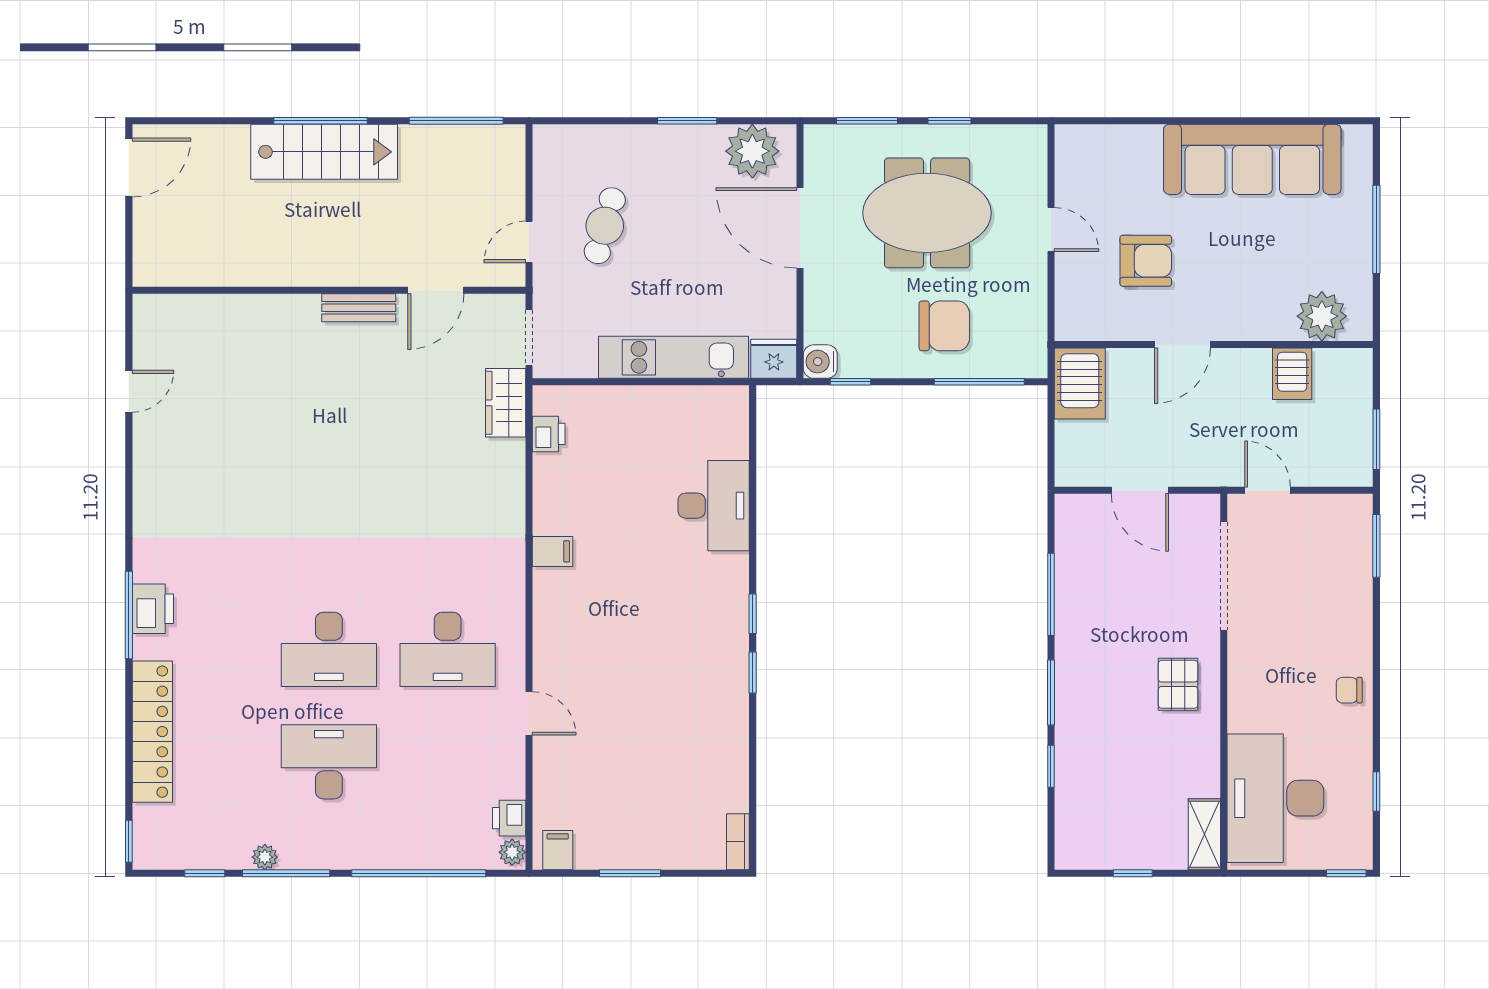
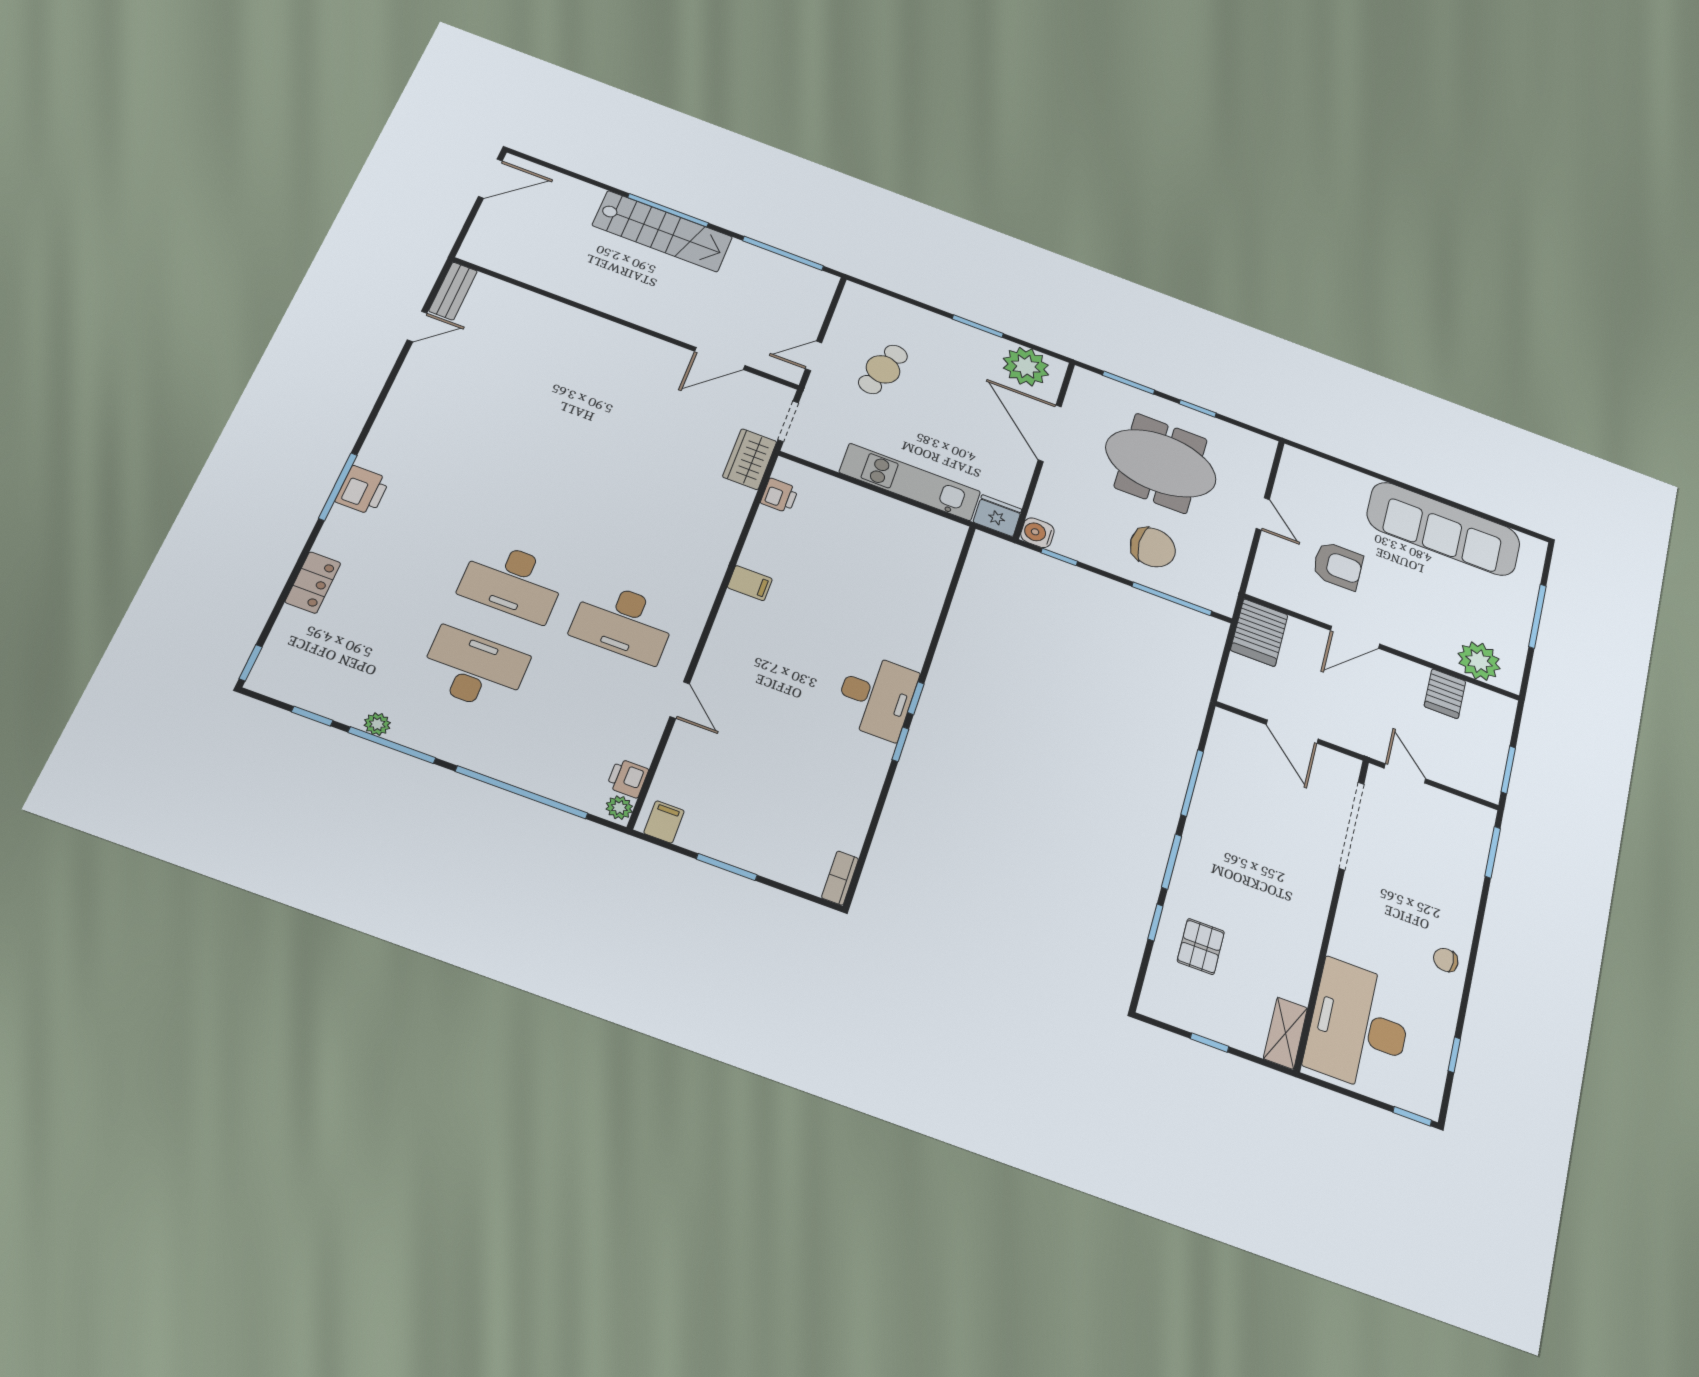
bench: (359, 308) -> (453, 291), moved, turned 90
desk: (714, 506) -> (876, 696), moved
pallet: (1178, 684) -> (1201, 946), moved
locker: (152, 732) -> (313, 582), width x0.46, depth x0.83

